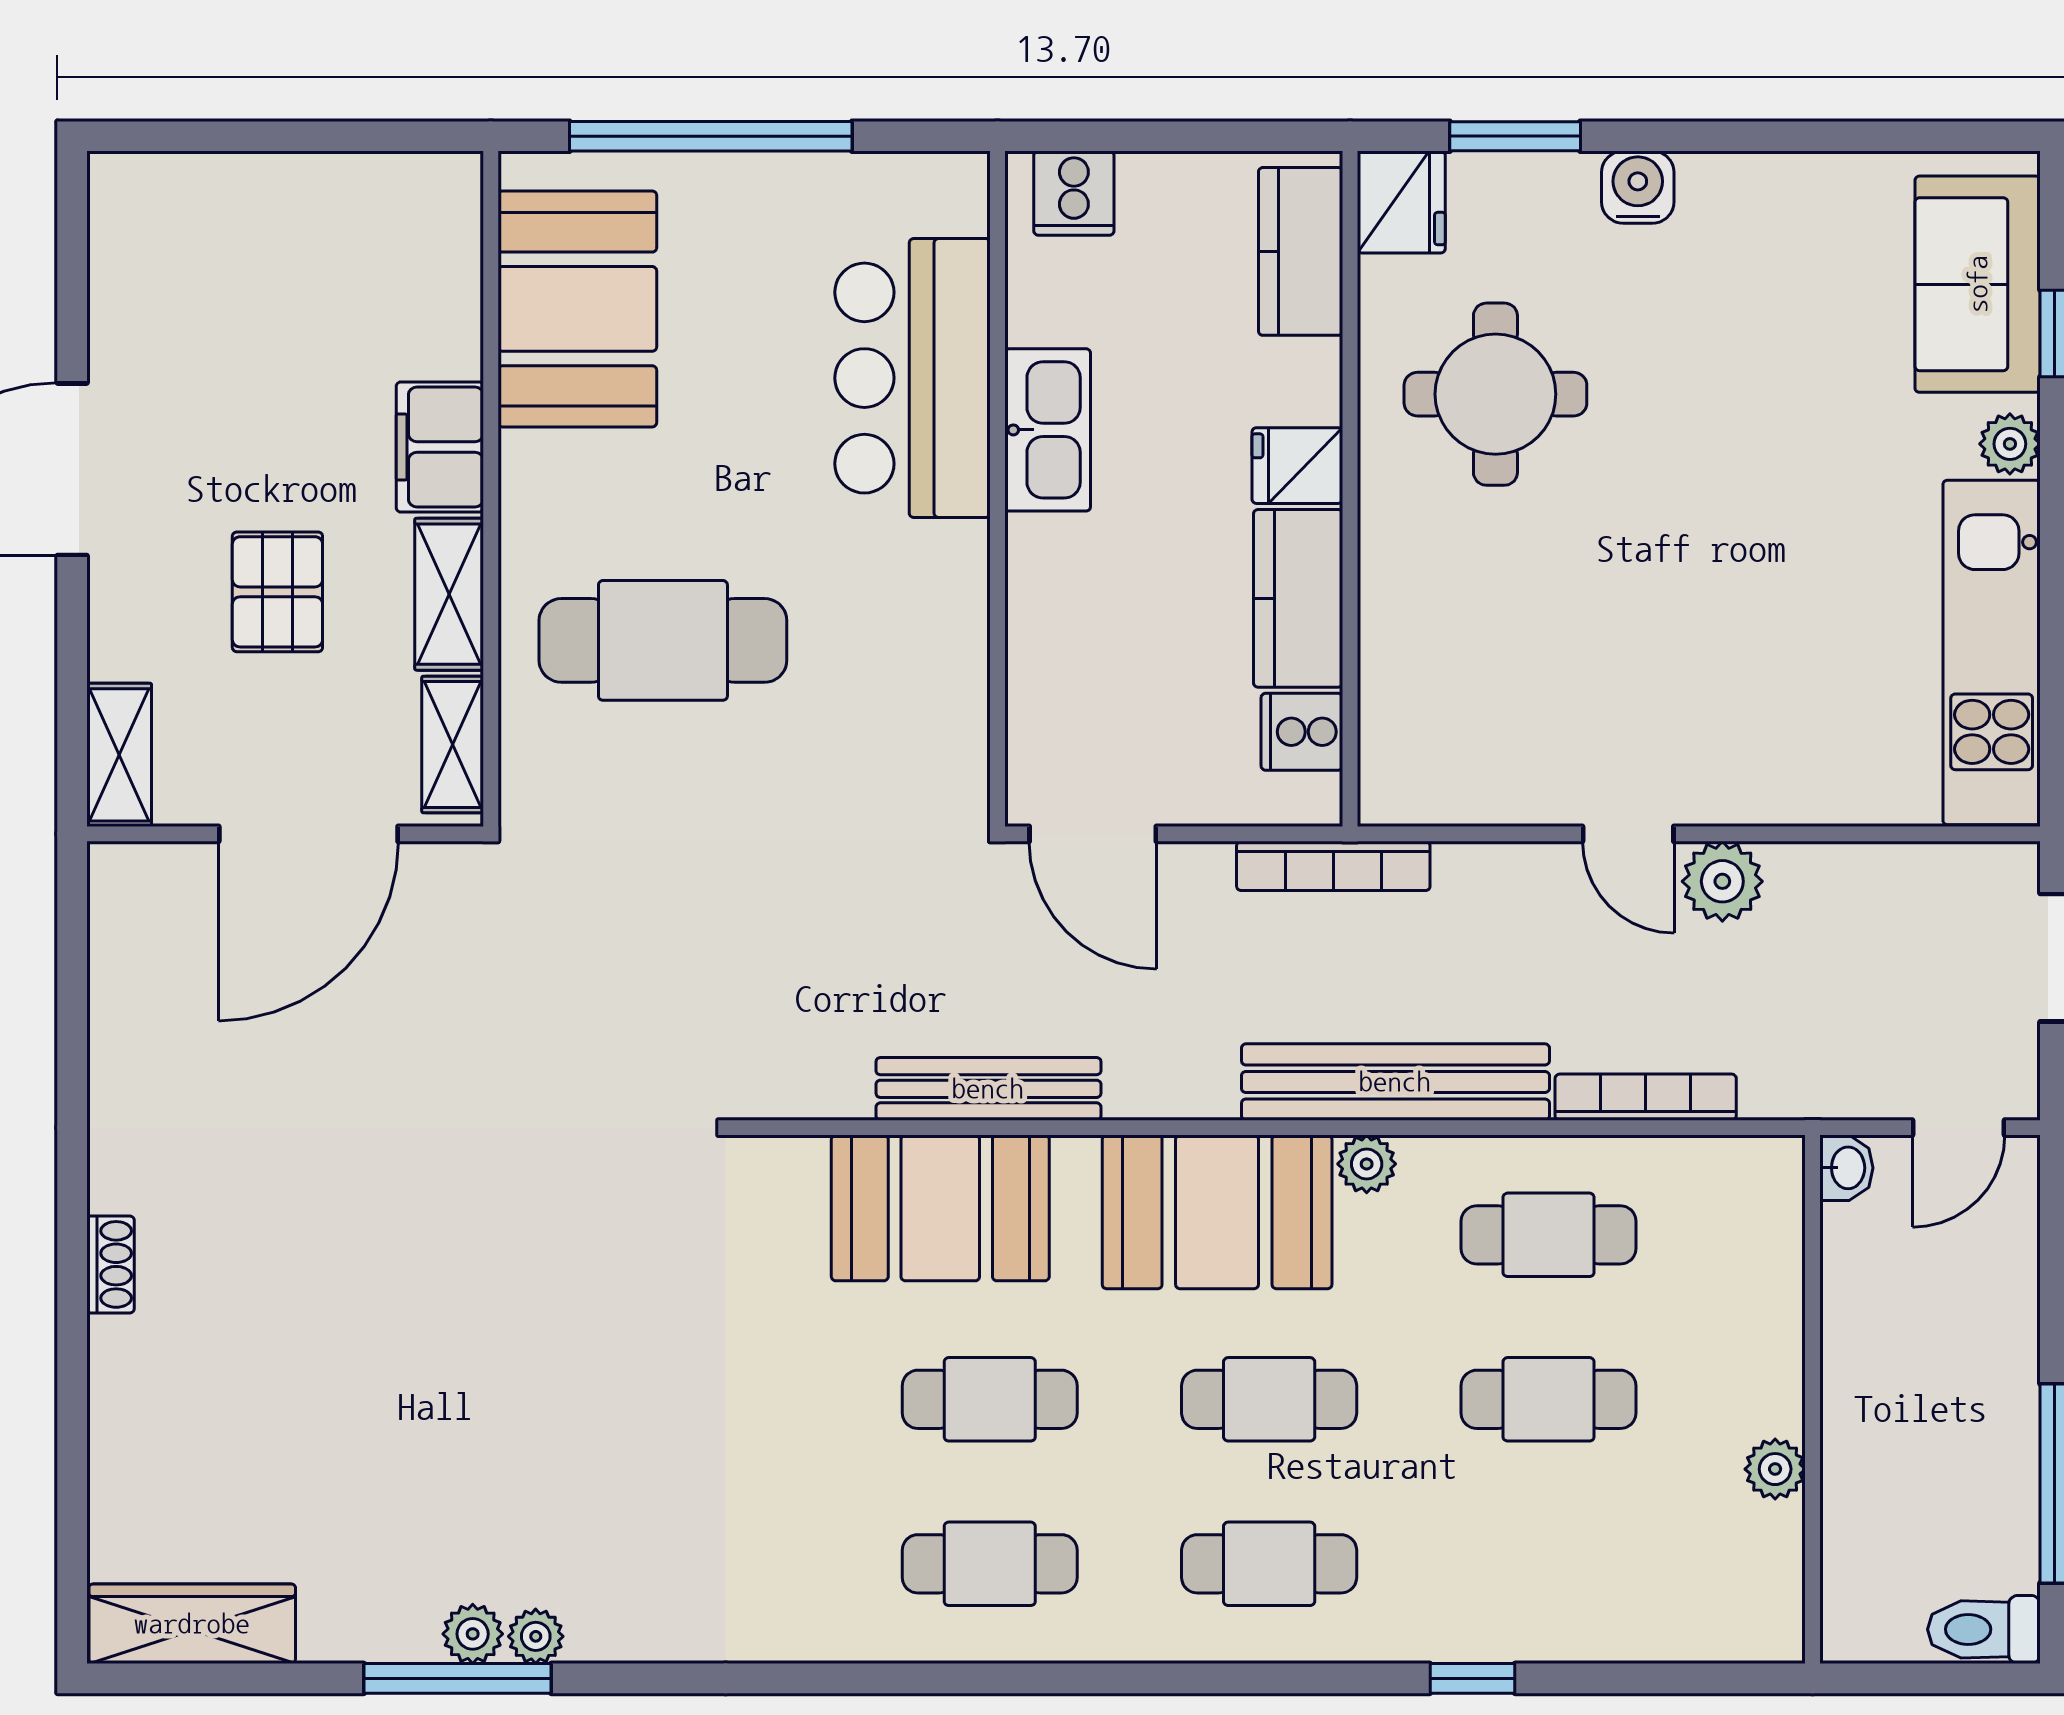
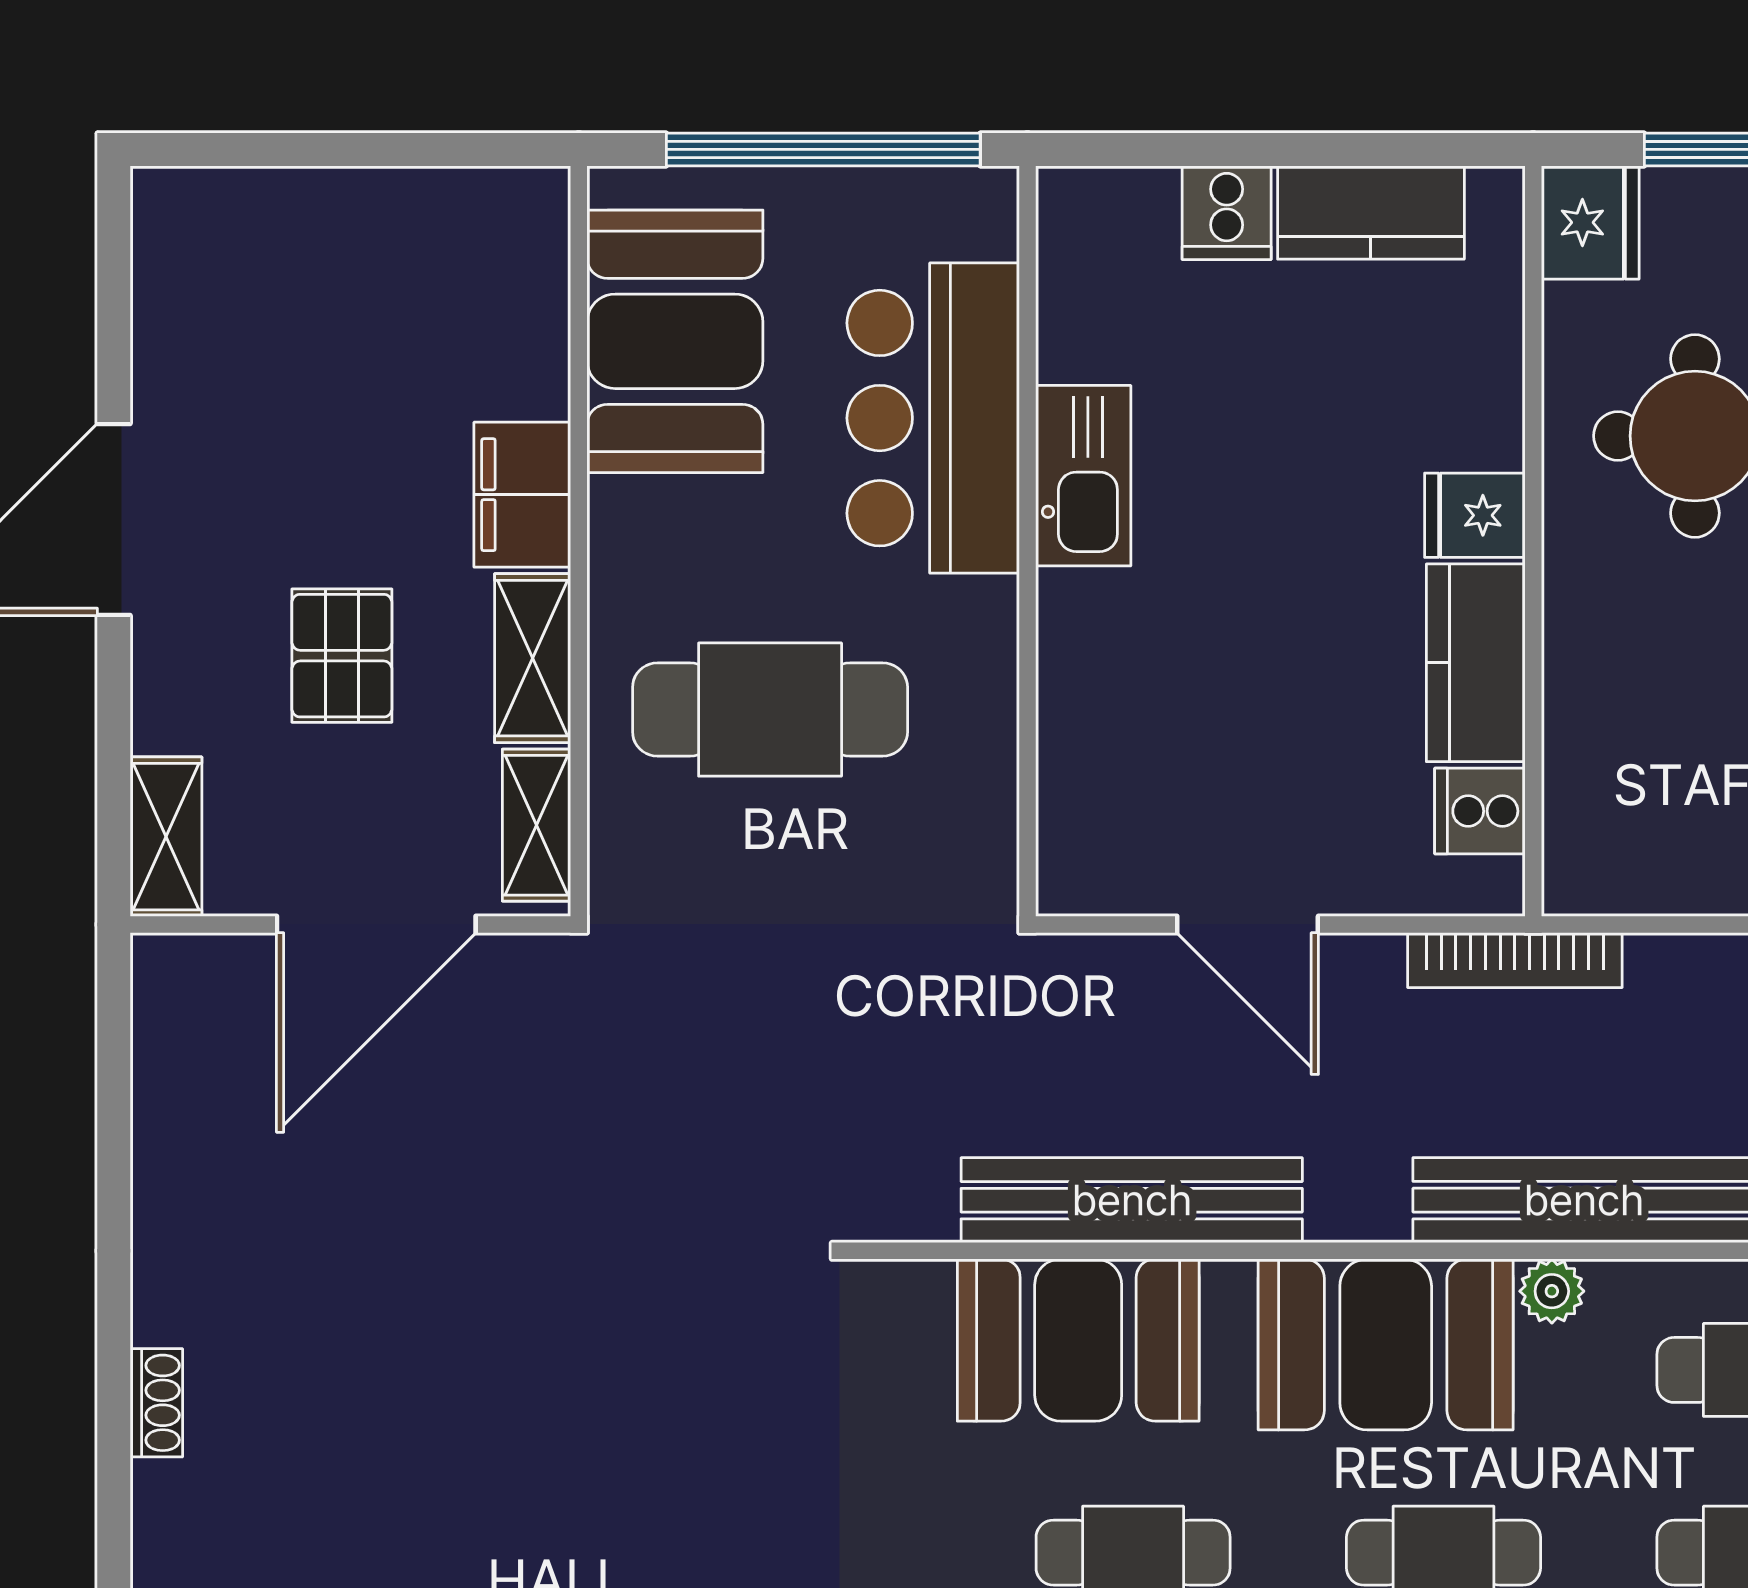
kitchen counter: (1301, 251) -> (1371, 212), moved, turned -90
bar counter: (912, 378) -> (933, 418), moved
kitchen sink: (1048, 430) -> (1083, 476), moved
wall: (997, 489) -> (1027, 541), moved
bench: (988, 1089) -> (1132, 1200), width x1.37, depth x1.21

